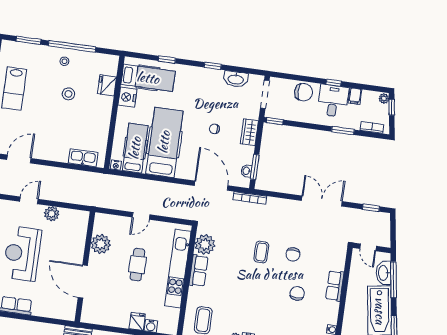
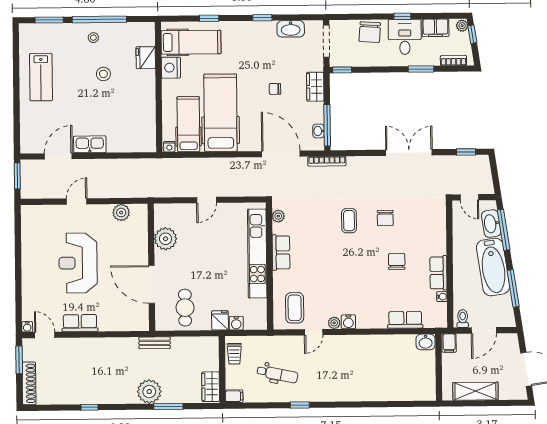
chair: (303, 92) -> (370, 32), turned 94
filing cabinet: (355, 96) -> (435, 28), width x2.00
kitchen sink: (83, 158) -> (90, 144), moved
window: (255, 167) -> (327, 125), width x1.44
plant: (52, 214) -> (121, 212), moved
plant: (205, 244) -> (278, 216), width x0.53, depth x0.53
cafe table: (137, 265) -> (185, 308), moved
row of seats: (335, 286) -> (438, 273), moved

